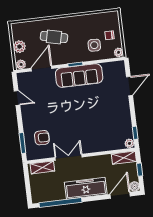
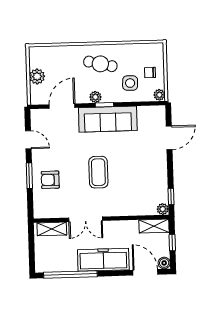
cafe table: (54, 37) -> (100, 64), moved
plant: (21, 64) -> (95, 97), moved
coffee table: (75, 119) -> (98, 172), added
armchair: (42, 138) -> (50, 180), moved, turned 180
window: (22, 143) -> (29, 176), moved
double door: (69, 157) -> (86, 219), swing flipped
door: (120, 195) -> (145, 272), hinge flipped

